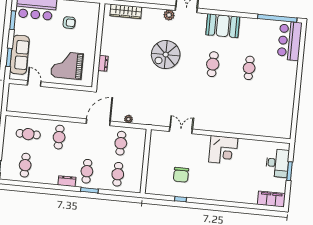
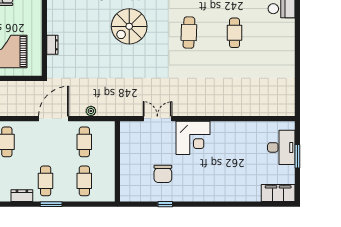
corner desk: (223, 150) -> (193, 138), moved

